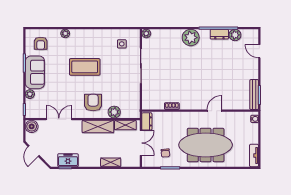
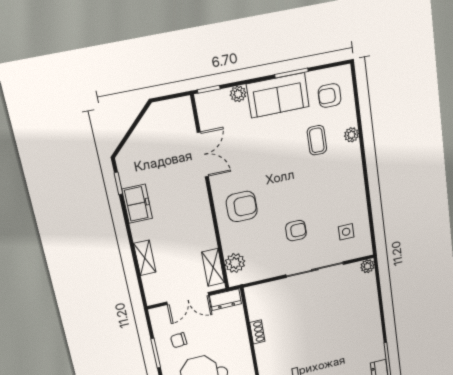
plant: (191, 38) -> (369, 334), removed
coffee table: (85, 67) -> (317, 140), moved, width x0.54, depth x0.58
armchair: (114, 74) -> (296, 231), added
plant: (114, 112) -> (235, 263), moved
boiler: (32, 126) -> (181, 109), removed
shelving: (98, 126) -> (202, 223), removed
door: (34, 151) -> (137, 121), removed
freezer: (68, 160) -> (137, 204), moved

